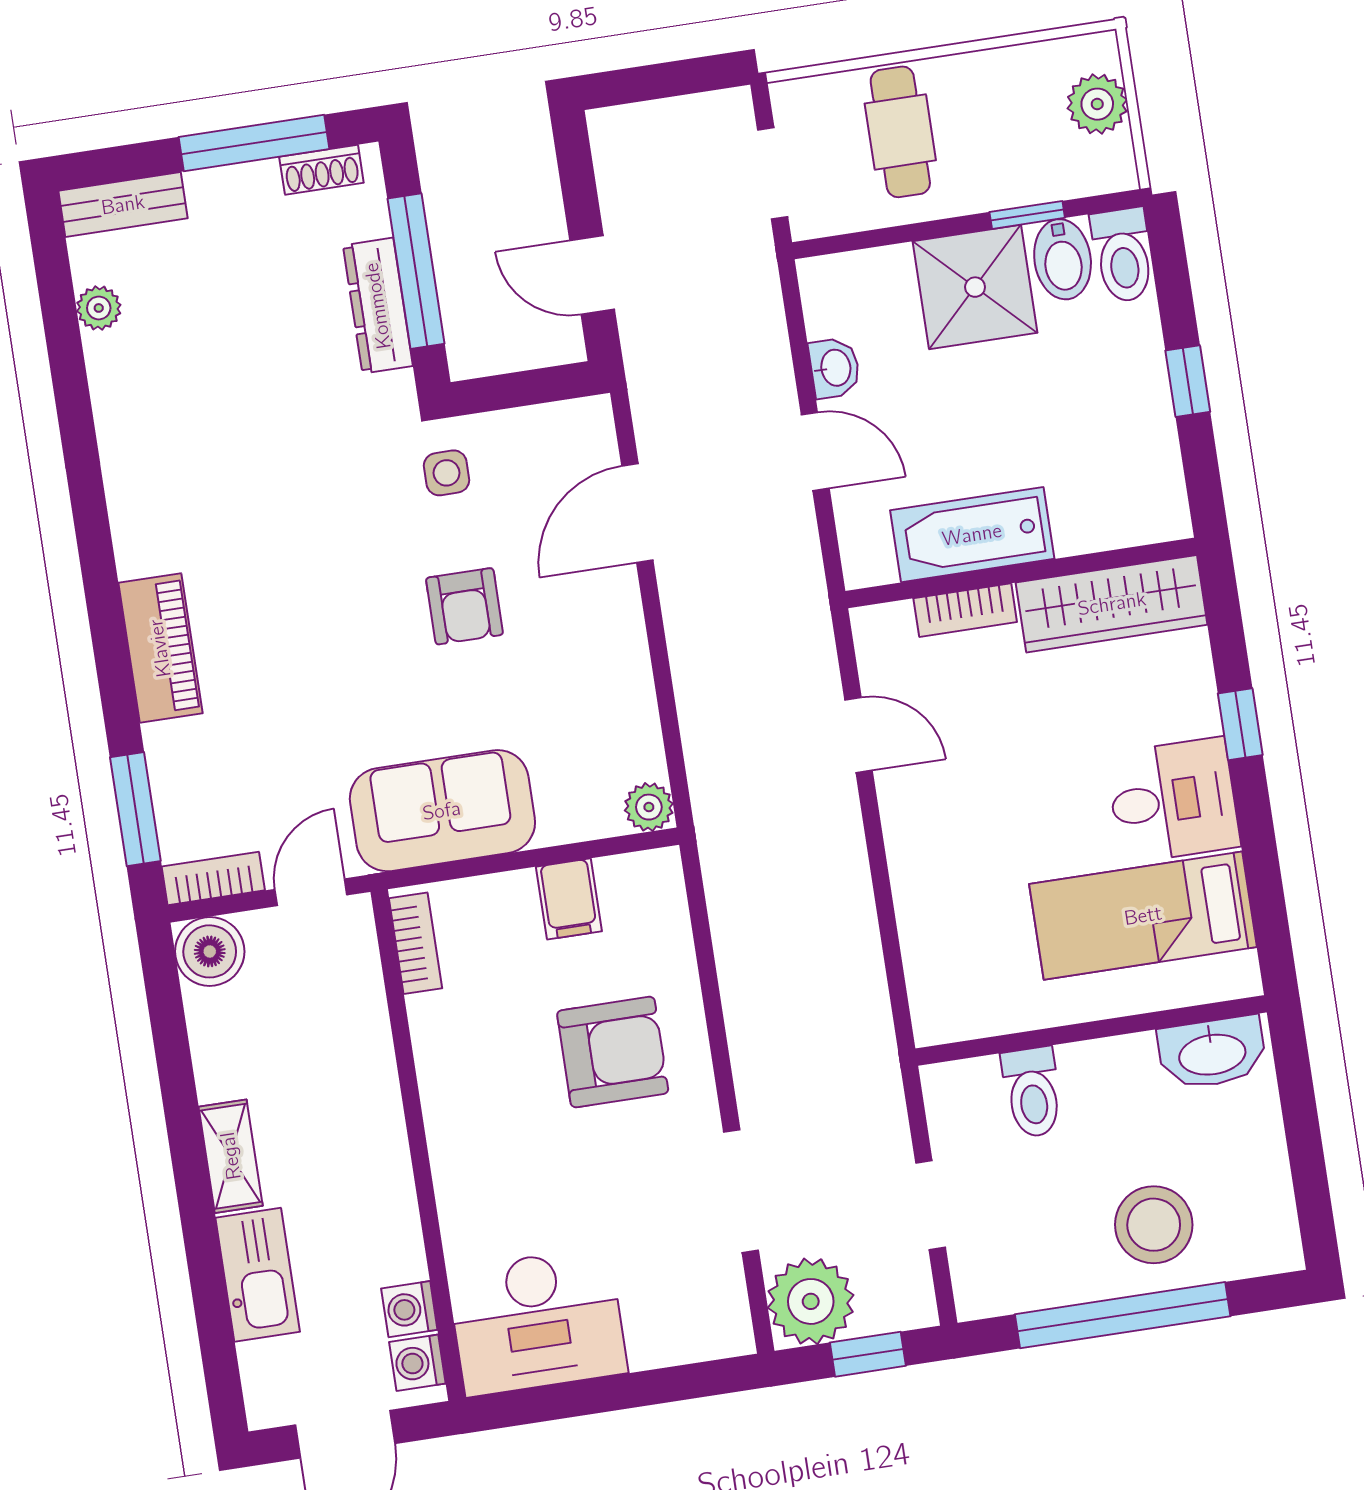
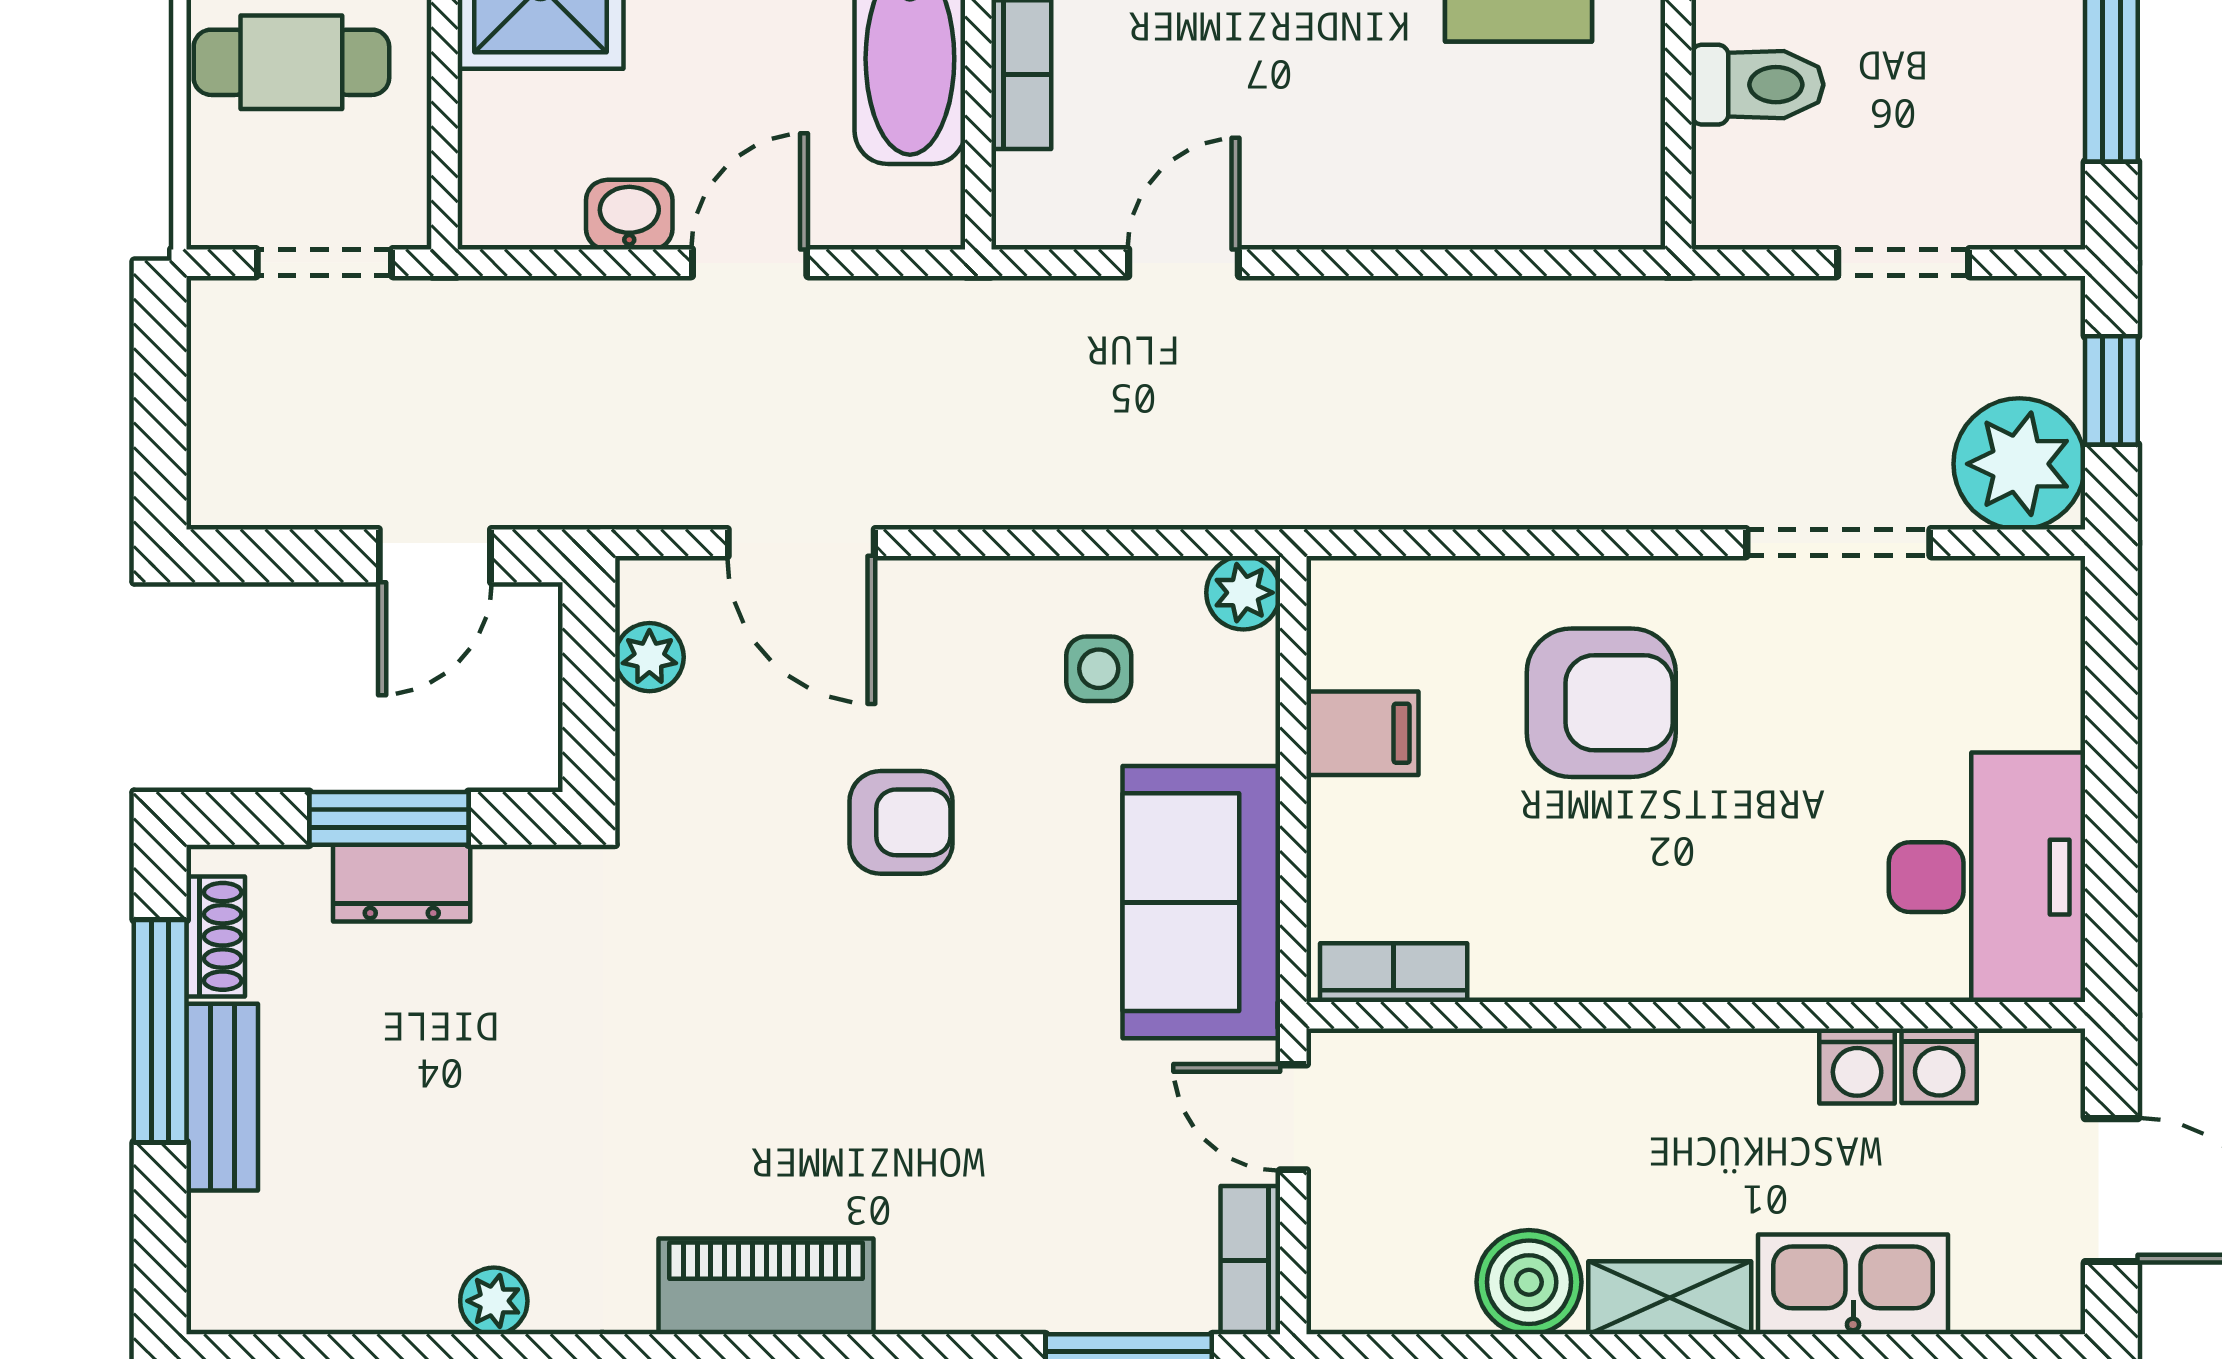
bench: (123, 205) -> (222, 1097), moved
window: (416, 271) -> (389, 818), width x0.69
dresser: (378, 306) -> (402, 883), width x0.70
plant: (99, 308) -> (494, 1301), moved
plant: (547, 425) -> (649, 657), added
side table: (447, 473) -> (1099, 669), moved
piano: (160, 648) -> (766, 1286), moved
boiler: (210, 951) -> (1529, 1282), moved
armchair: (613, 1052) -> (1601, 703), turned 90
washing machine: (417, 1363) -> (1857, 1066), moved

